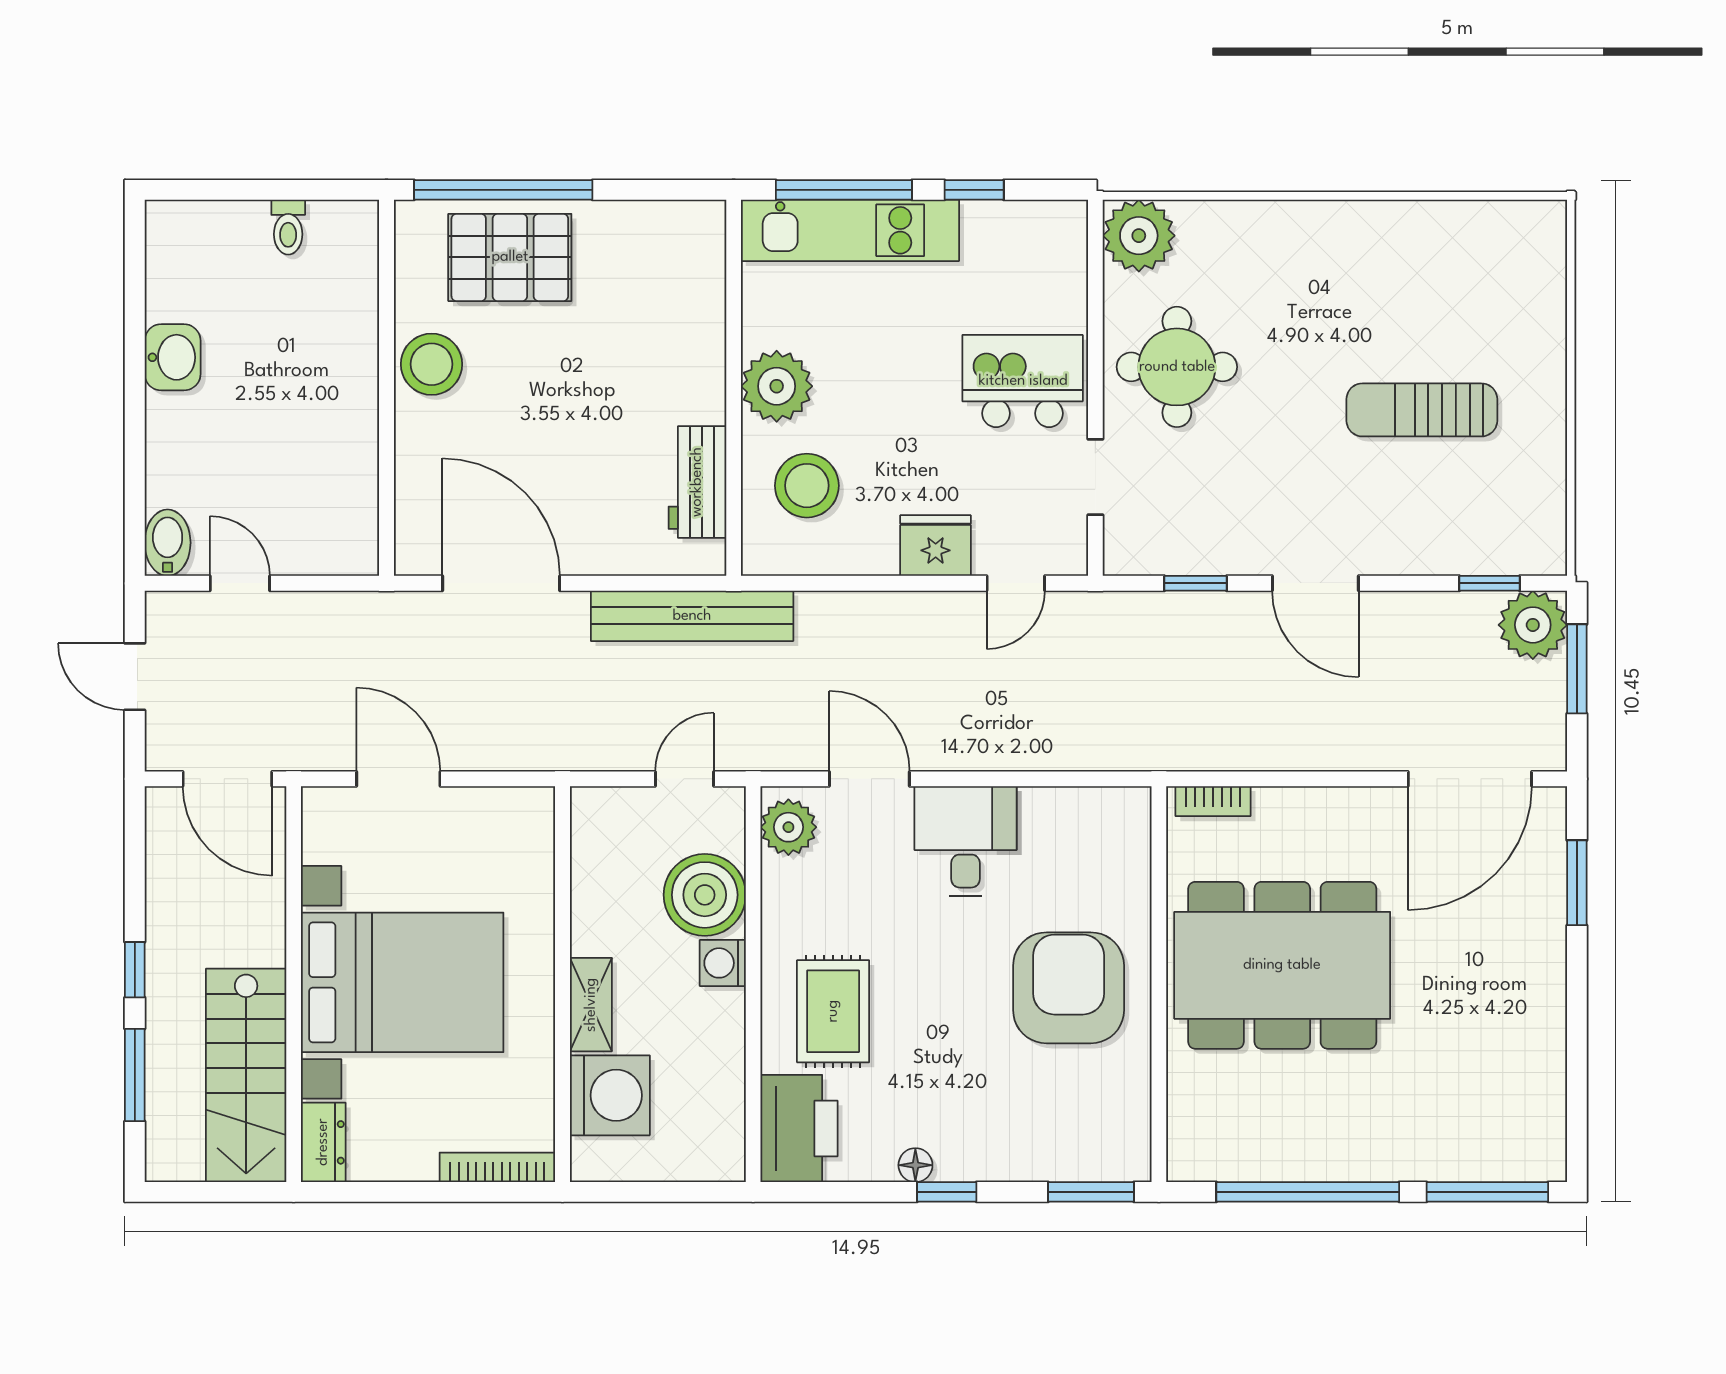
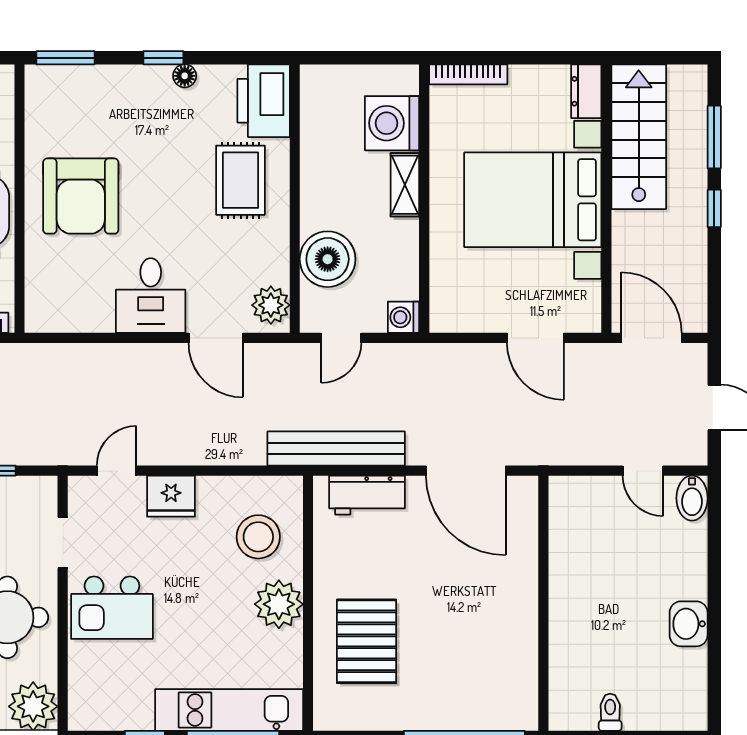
pallet: (510, 257) -> (367, 641), moved, turned 90
stool: (432, 364) -> (513, 619), removed
workbench: (697, 482) -> (367, 495), moved, turned 90
washing machine: (723, 963) -> (403, 317), moved, turned 180

